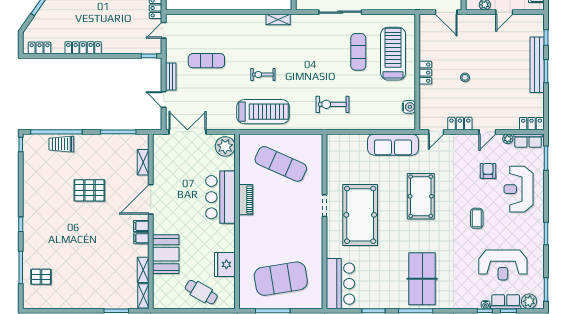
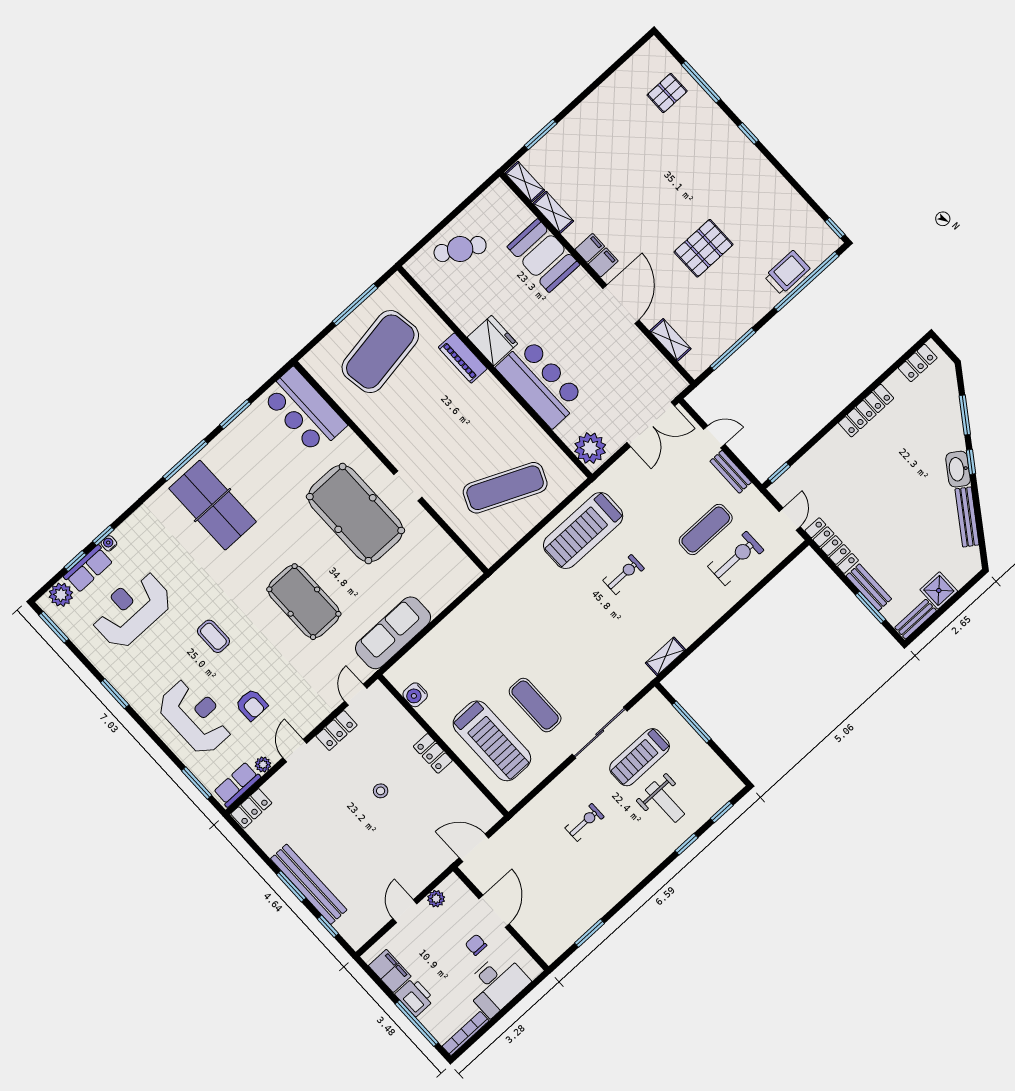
exercise bike: (332, 104) -> (736, 558), moved
piano: (246, 200) -> (463, 358), moved
fridge: (225, 264) -> (492, 341), moved

